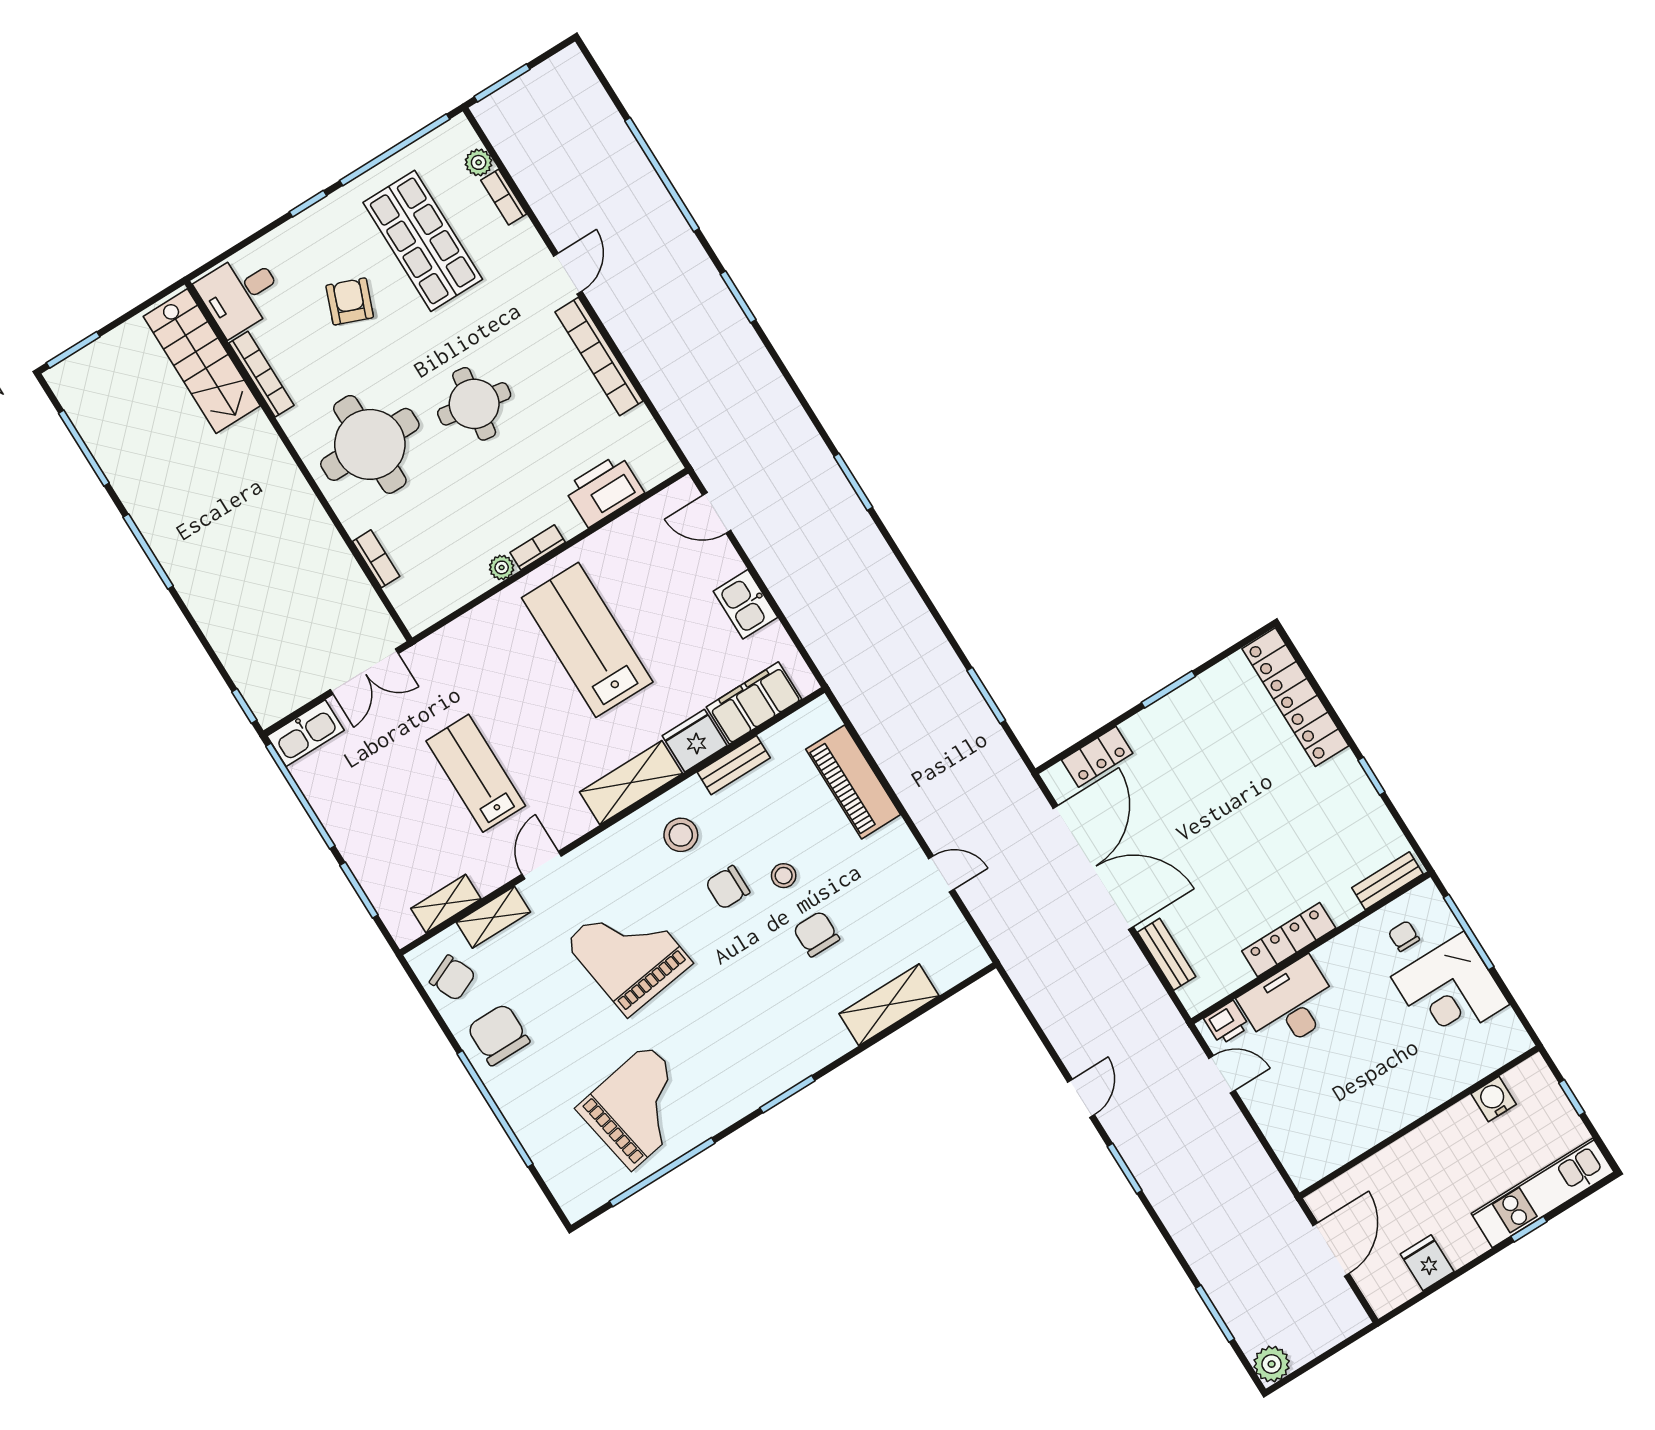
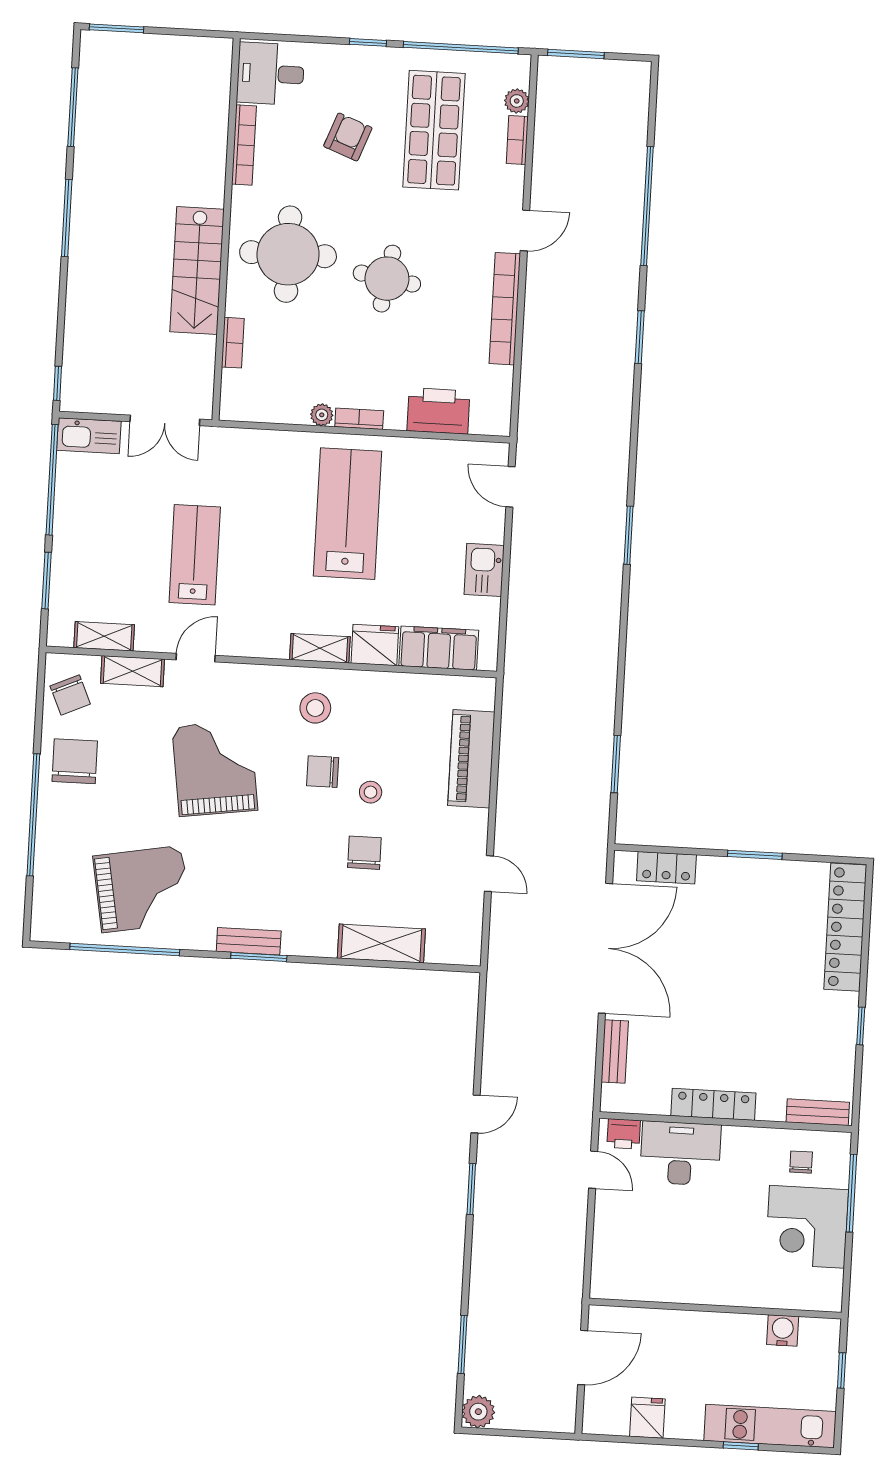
stairs: (202, 361) -> (197, 271), moved
bench: (734, 765) -> (249, 941), moved
shelving: (631, 783) -> (320, 648), width x0.67, depth x0.75

